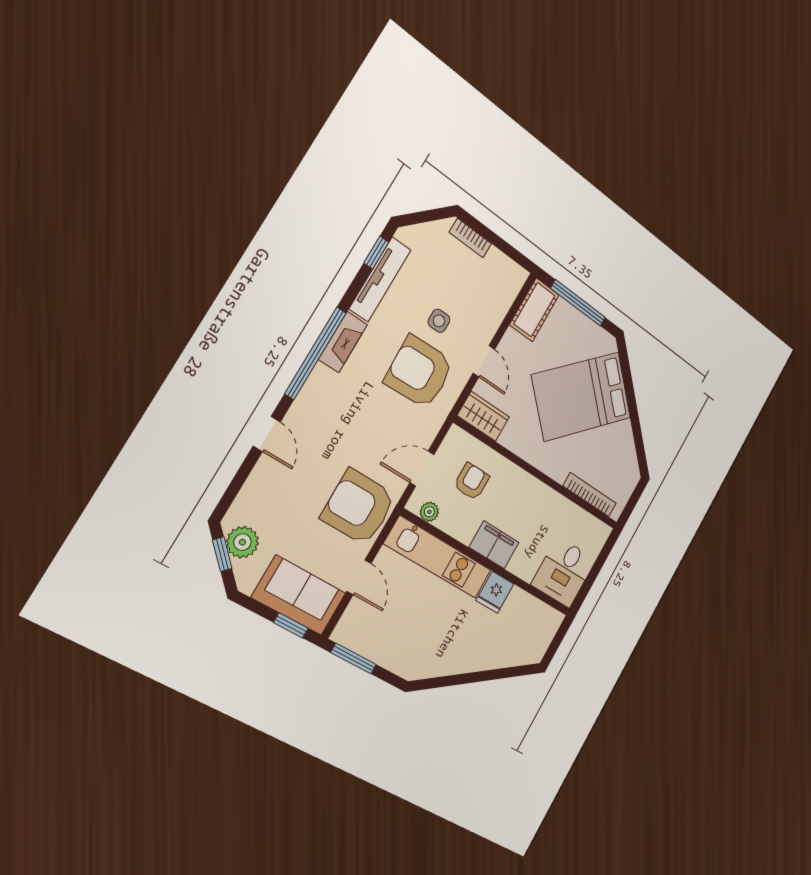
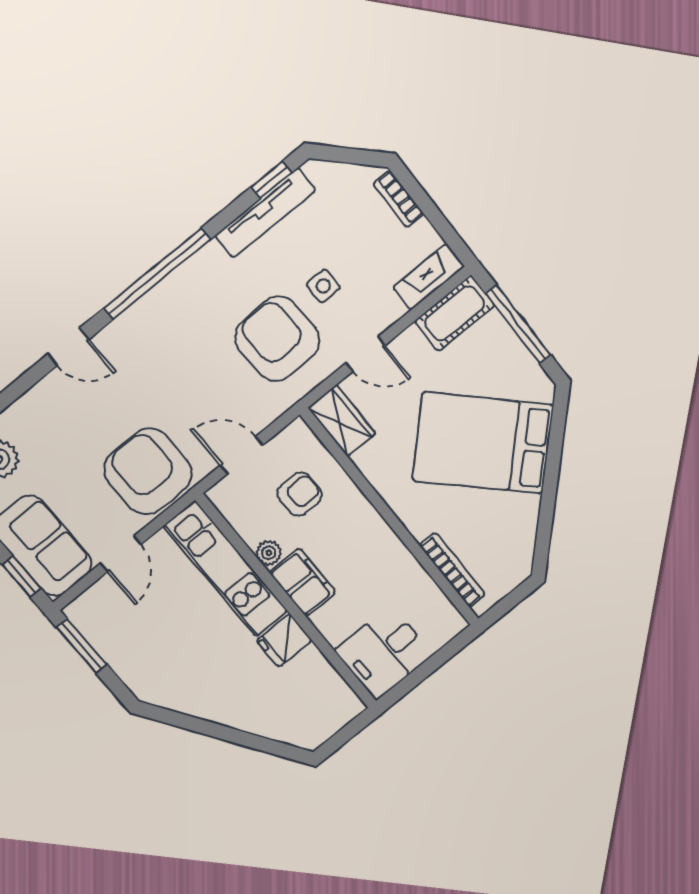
fireplace: (343, 342) -> (429, 277), moved, turned 180
door: (484, 361) -> (365, 354), hinge flipped
door: (267, 434) -> (68, 347), hinge flipped
plant: (429, 512) -> (269, 553), moved

